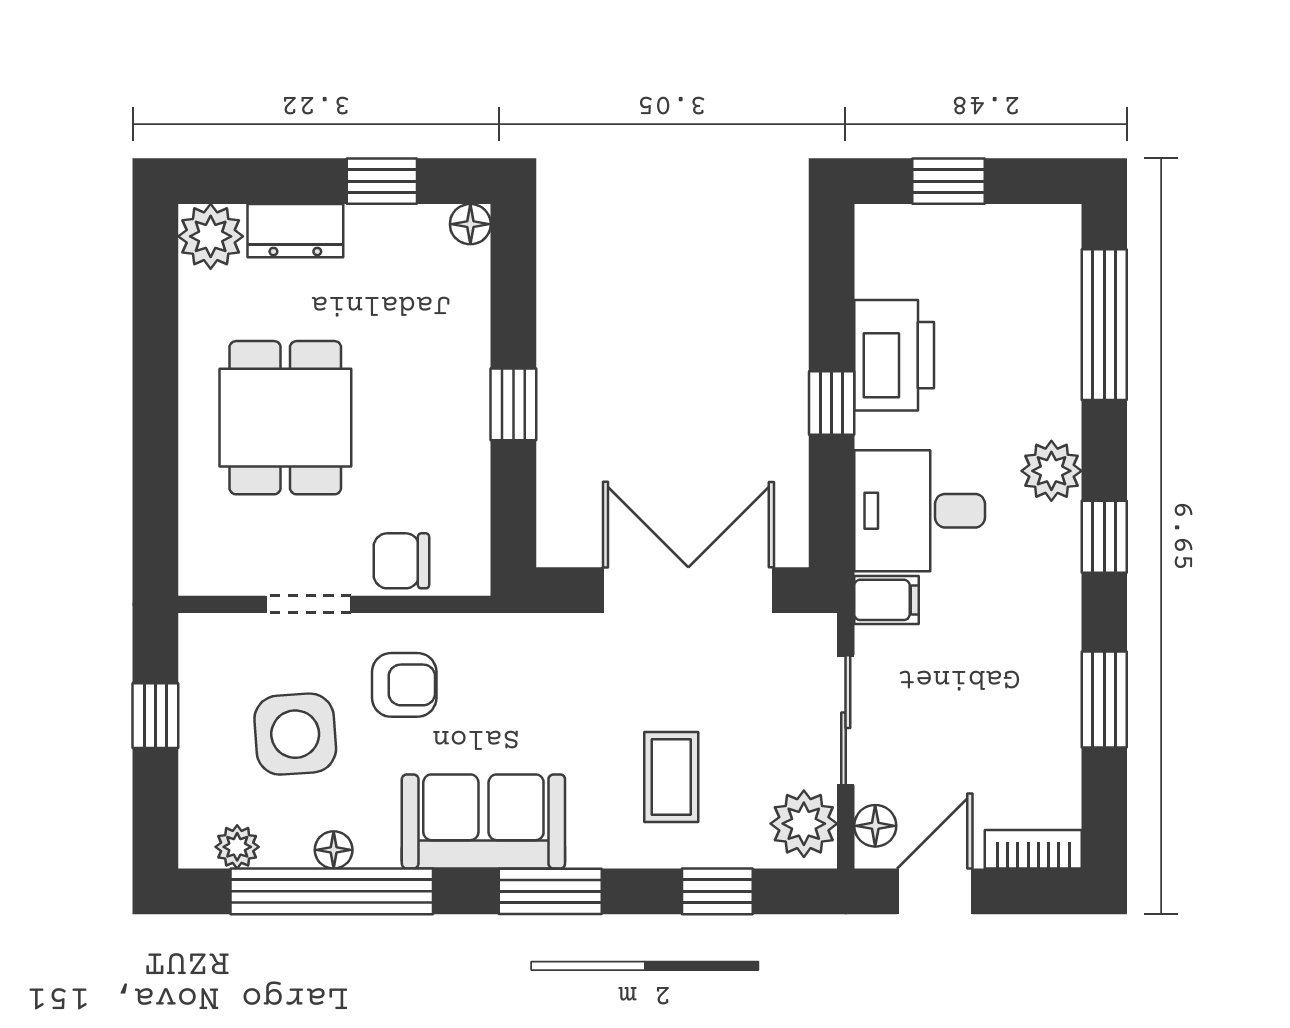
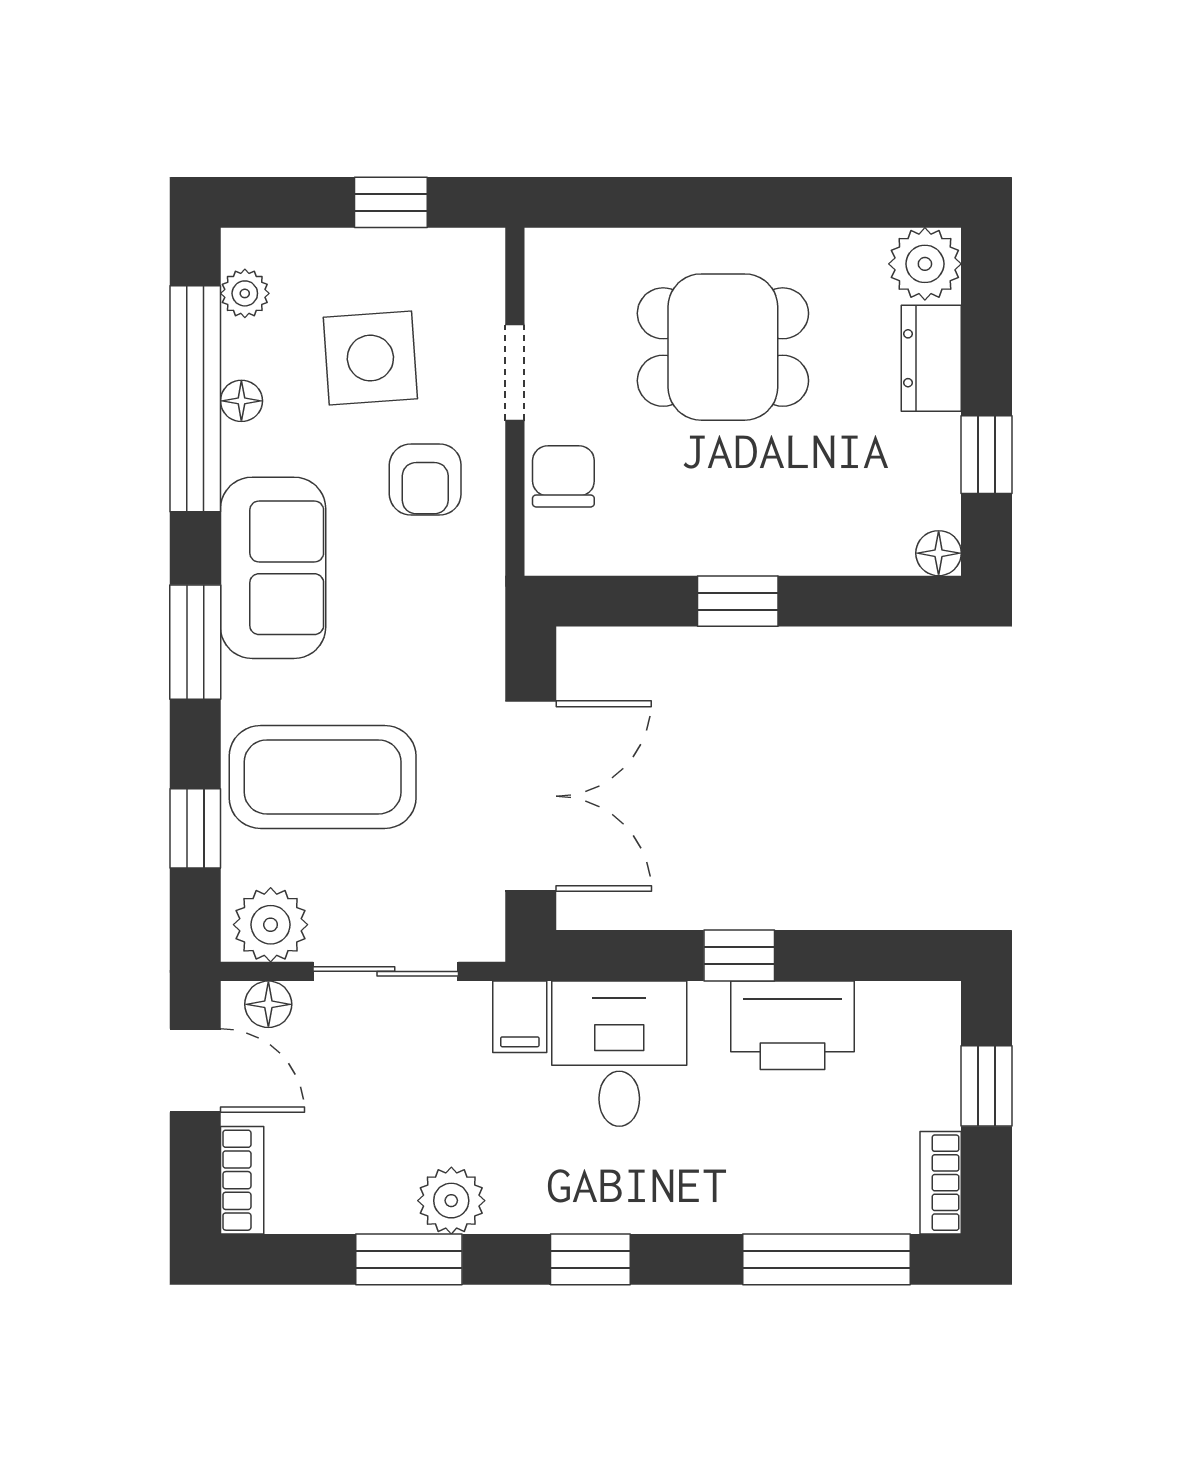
bookcase: (1035, 222) -> (941, 1183), added
plant: (1051, 471) -> (451, 1201), moved
coffee table: (671, 777) -> (323, 777), width x1.86, depth x1.72

